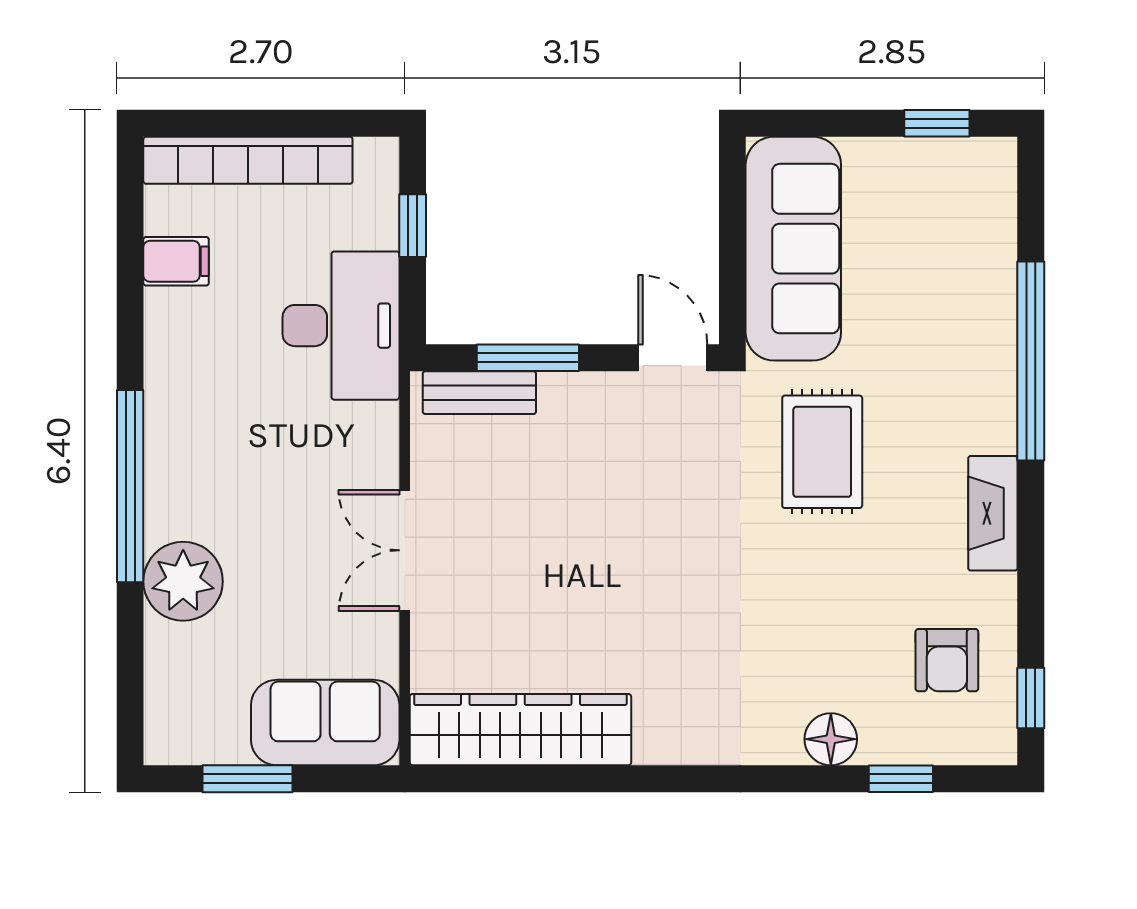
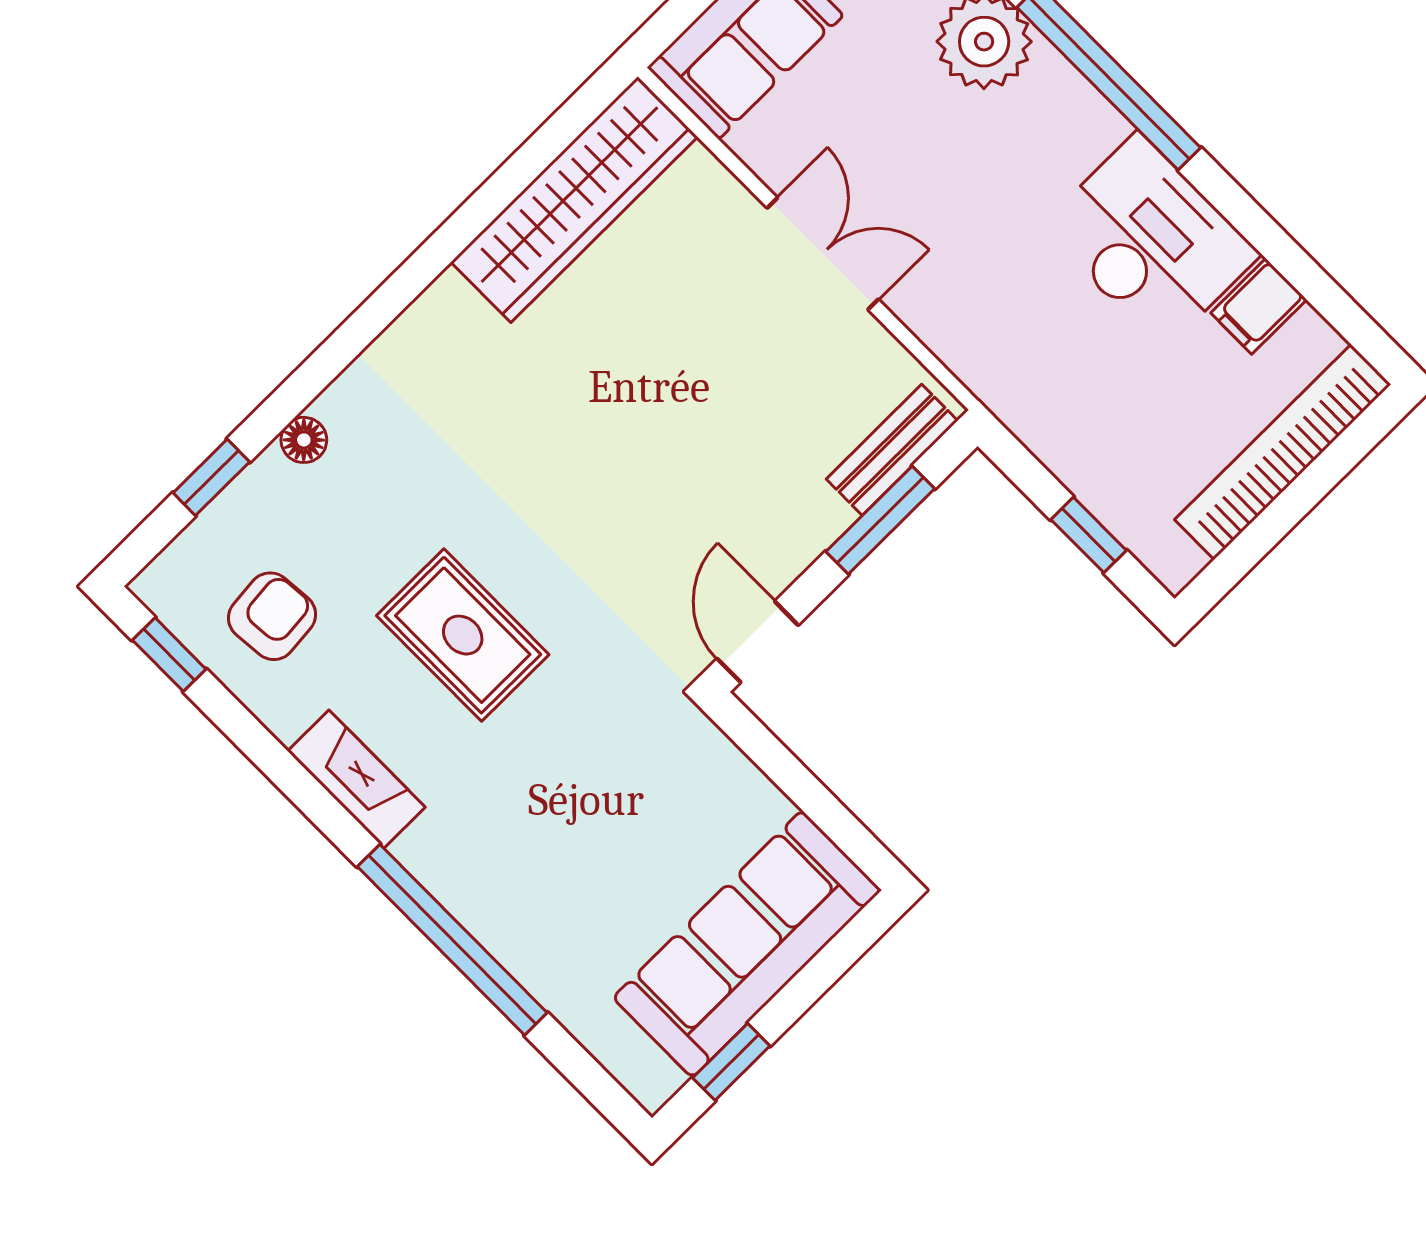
sofa: (793, 249) -> (747, 944), moved, turned 90
desk: (341, 326) -> (1151, 241), moved, turned 180
door: (673, 358) -> (758, 642), swing flipped
rug: (822, 452) -> (463, 635), moved
armchair: (947, 660) -> (272, 616), turned 85
floor lamp: (831, 739) -> (304, 440), width x0.73, depth x0.73

